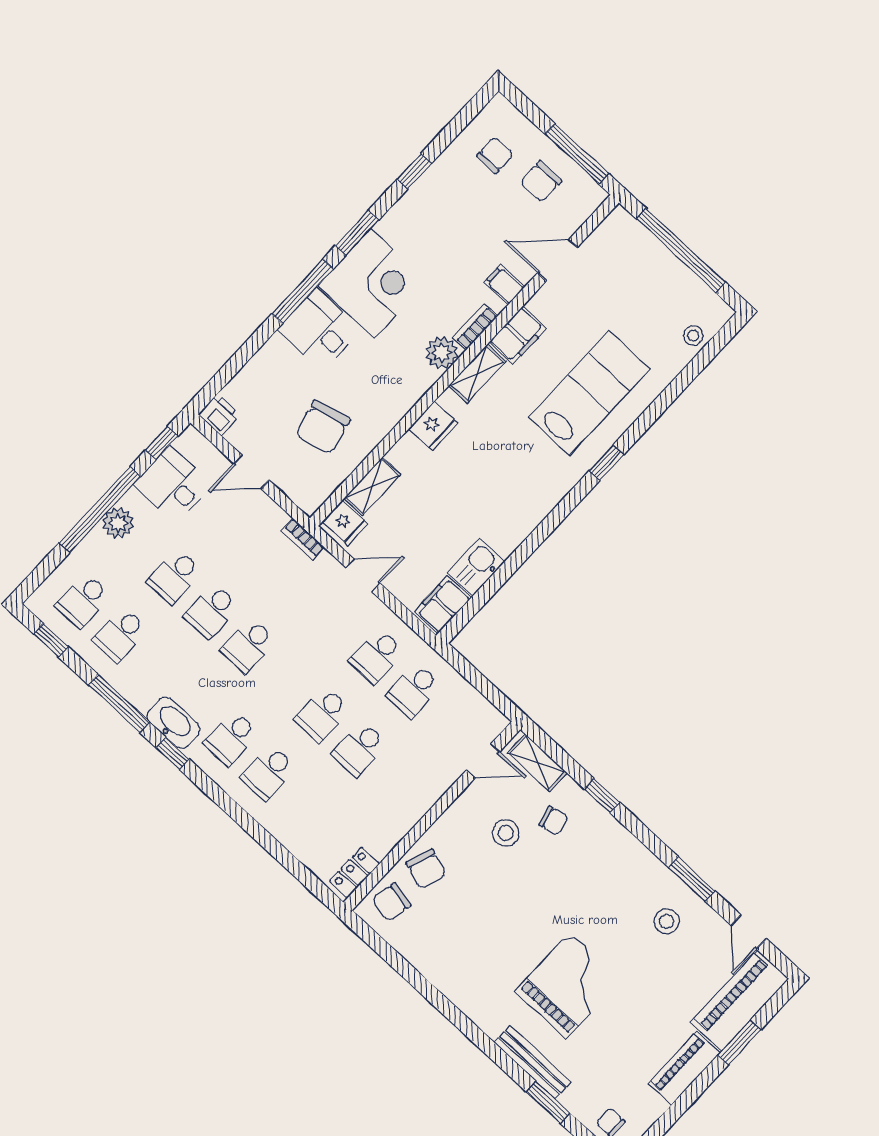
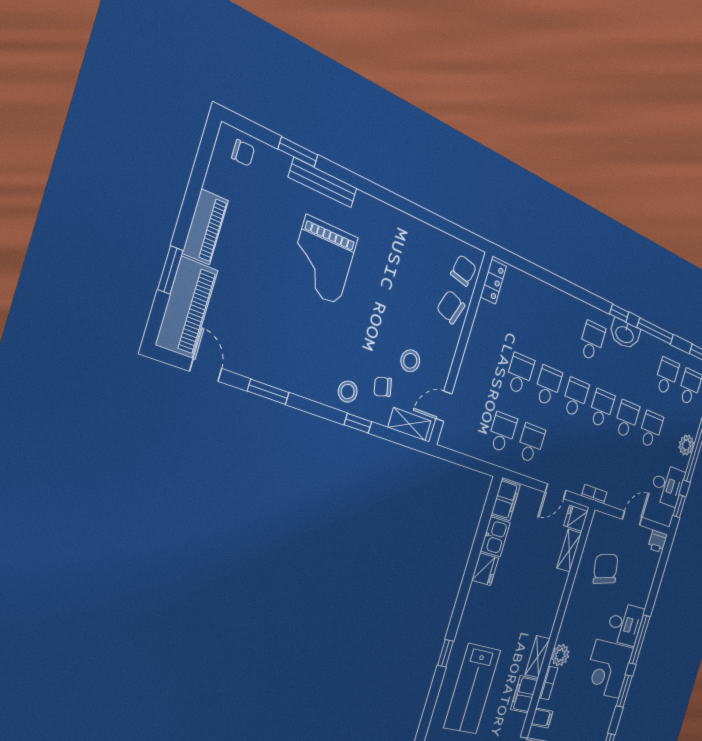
fridge: (433, 426) -> (485, 569), moved, turned 180
school desk: (268, 773) -> (575, 397), moved
stool: (667, 921) -> (348, 392), moved

